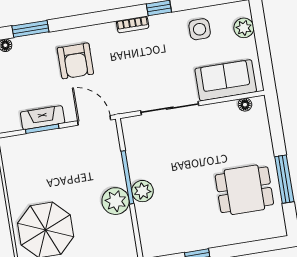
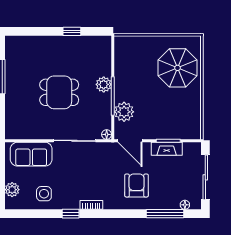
window: (30, 29) -> (165, 214), width x1.44
floor lamp: (245, 105) -> (107, 134), moved
dining table: (244, 190) -> (59, 92), moved
plant: (116, 201) -> (124, 112), moved

